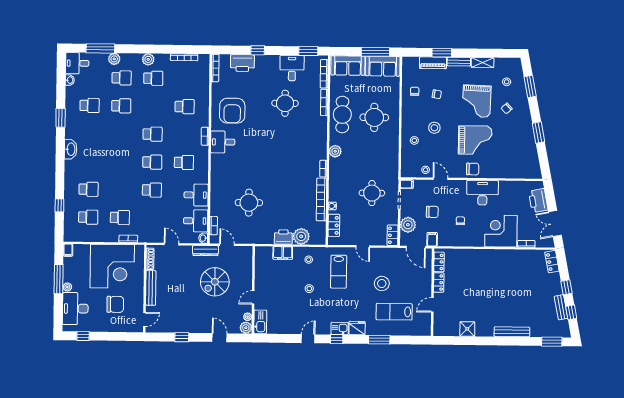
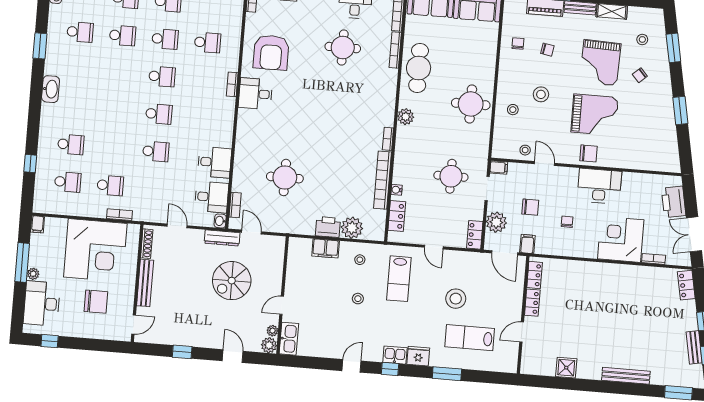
round table: (374, 117) -> (471, 104), moved
school desk: (184, 162) -> (165, 39), moved

